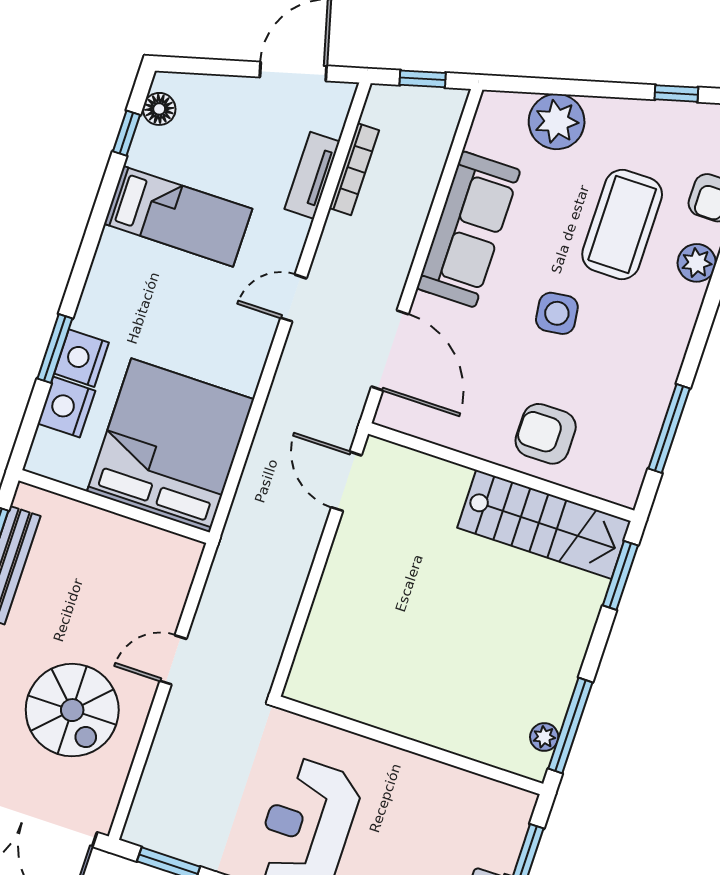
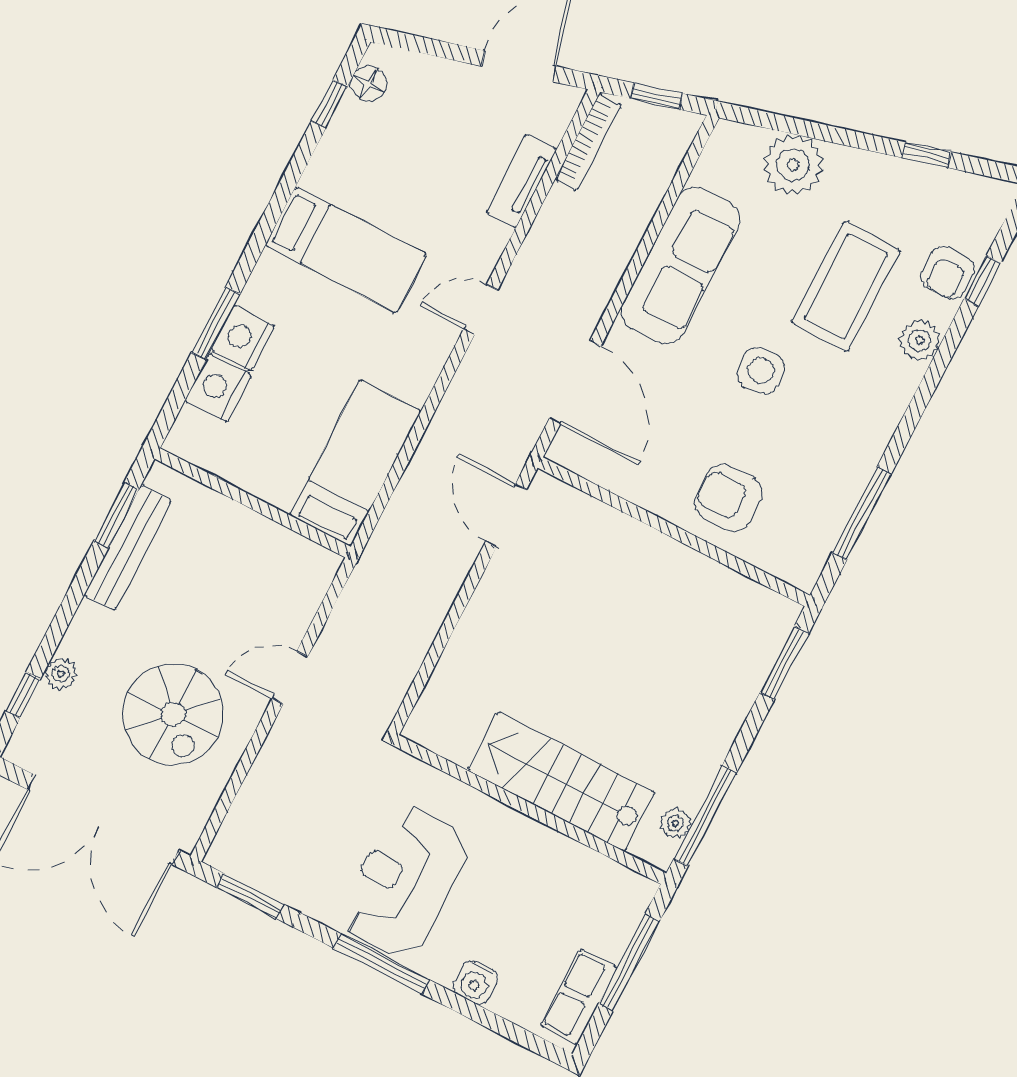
bookcase: (354, 169) -> (588, 142), moved
bed: (178, 216) -> (346, 250), moved
bed: (171, 445) -> (355, 463), width x0.49
stairs: (544, 524) -> (561, 782), moved, turned 180

